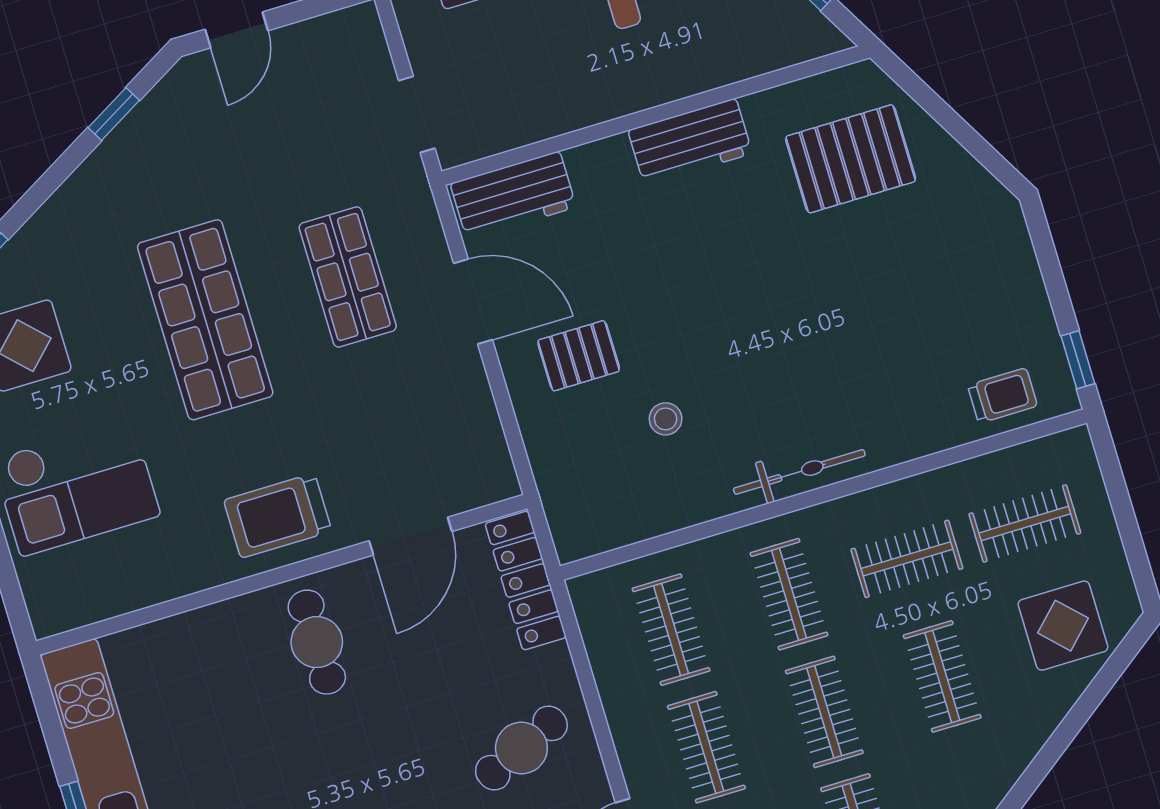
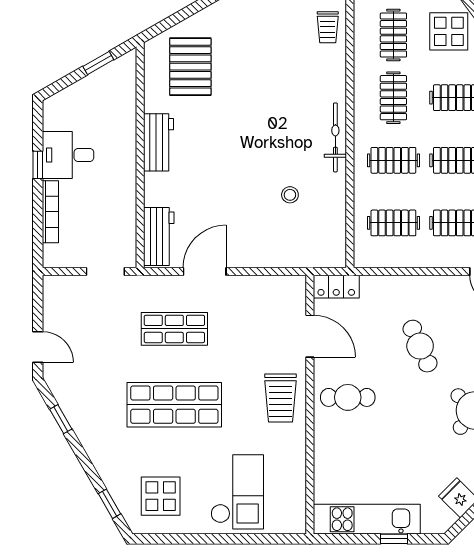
pallet: (579, 356) -> (246, 228), removed
trolley: (1002, 395) -> (328, 27), turned 180
locker: (526, 580) -> (336, 287), width x0.66
cafe table: (521, 748) -> (420, 346), moved

